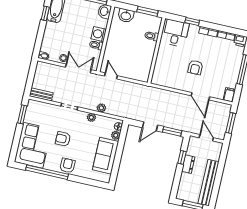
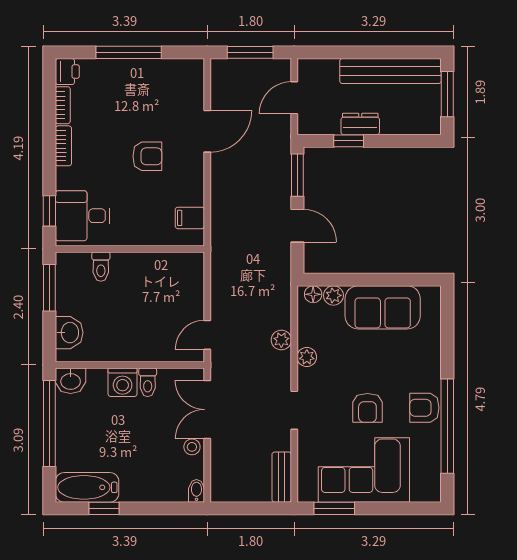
window: (192, 21) -> (49, 211), moved
filing cabinet: (229, 95) -> (190, 218), moved
corner sofa: (33, 145) -> (364, 470), moved
armchair: (67, 166) -> (424, 408), moved

